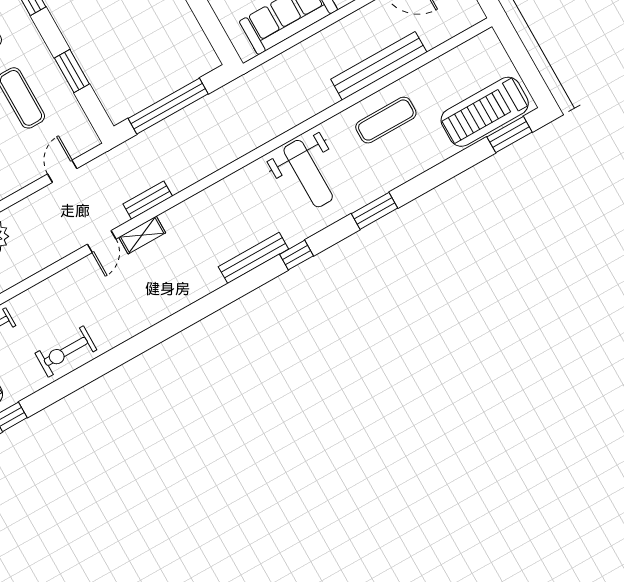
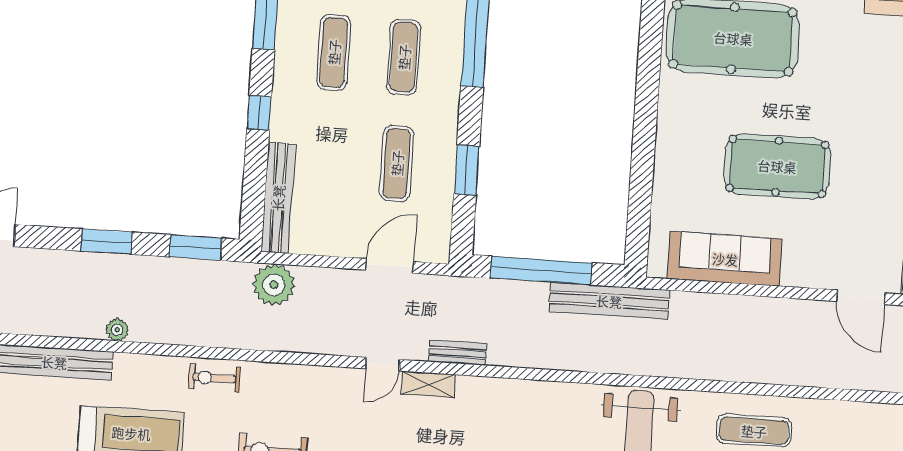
bench: (379, 66) -> (609, 301), moved
door: (62, 171) -> (390, 266), width x1.38

